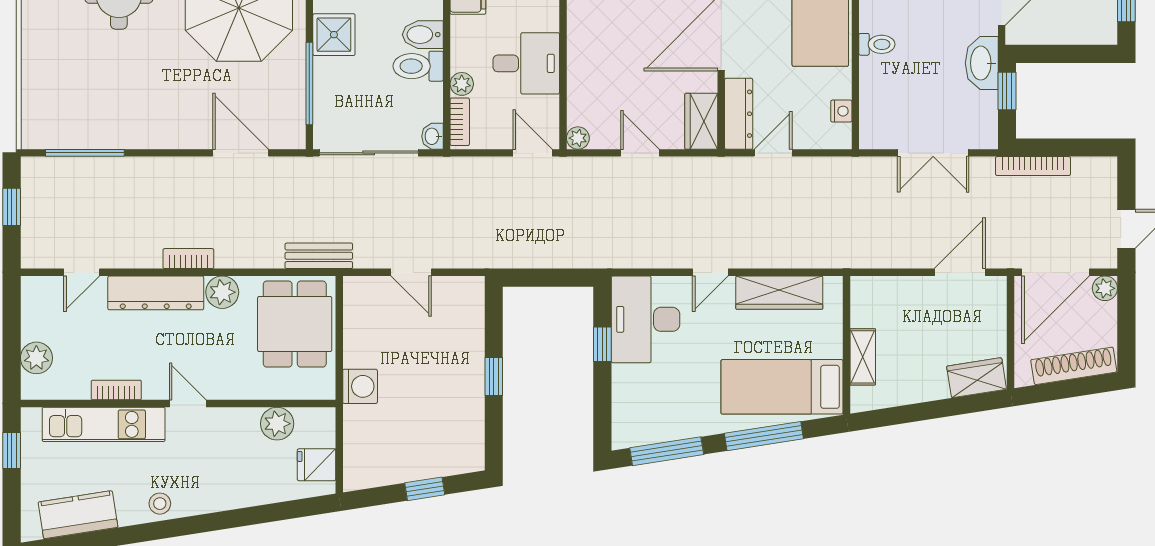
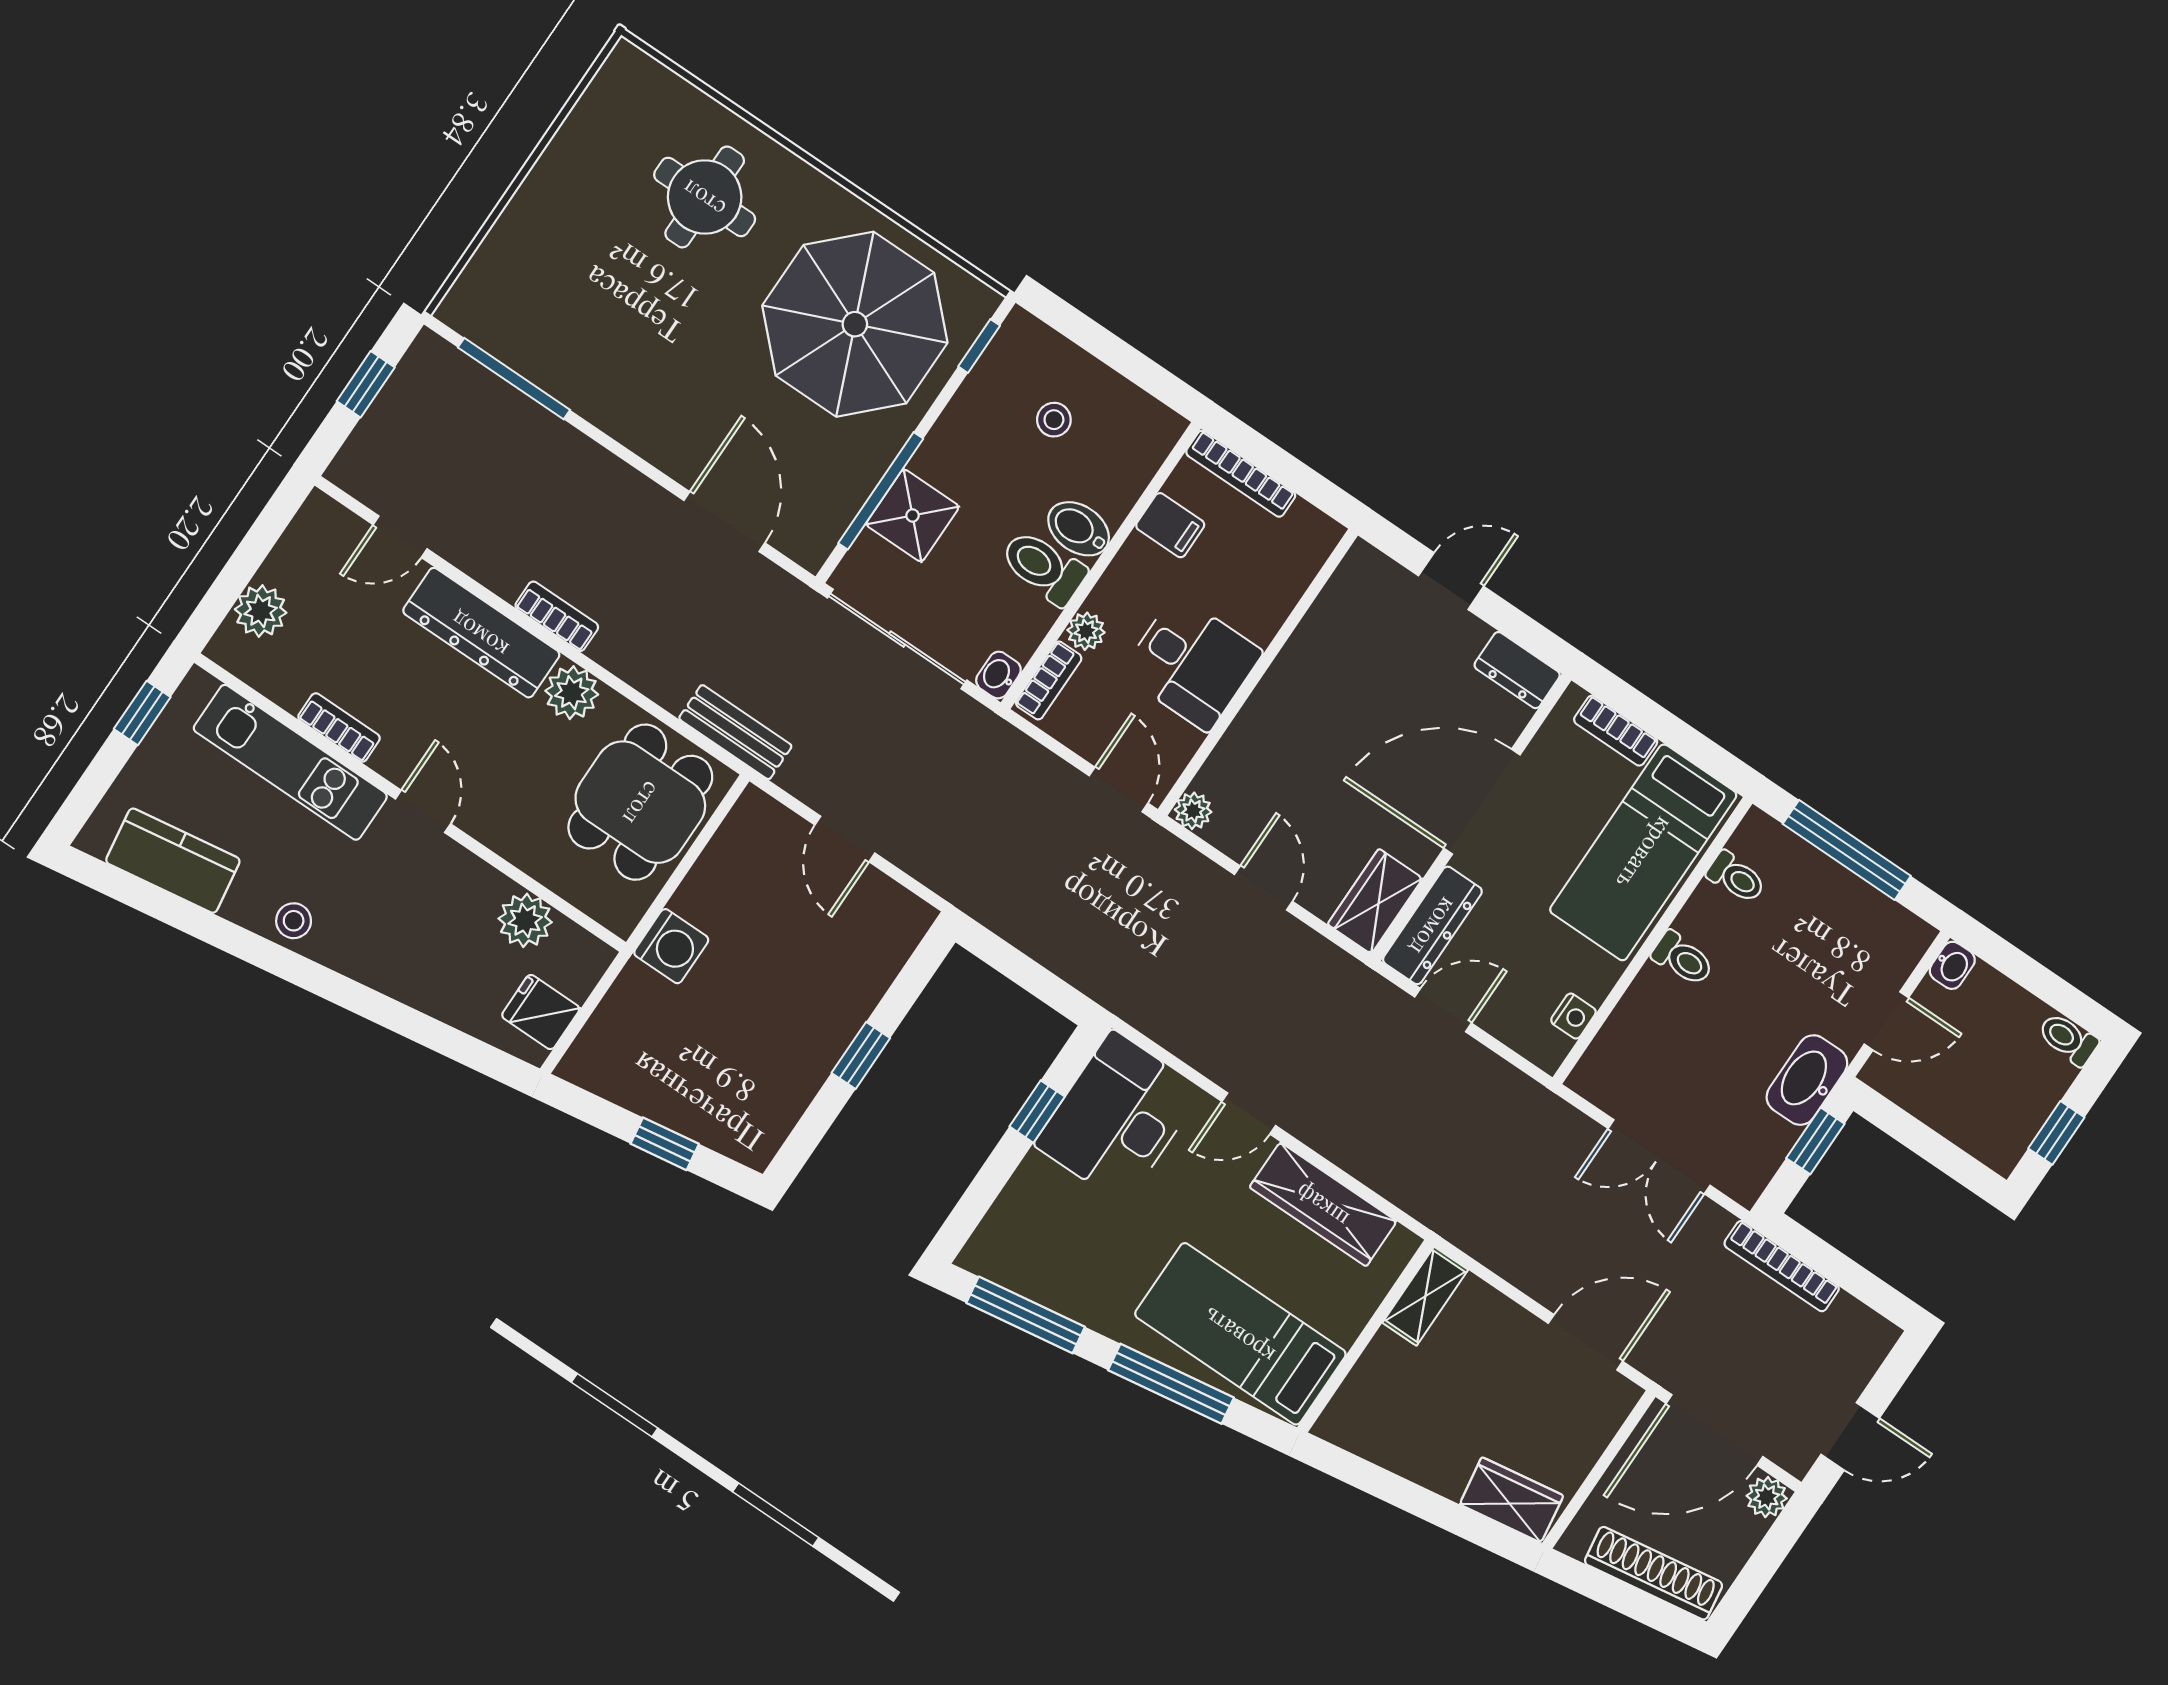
shower: (334, 35) -> (912, 515), moved
shelving: (863, 357) -> (1425, 1296), moved

